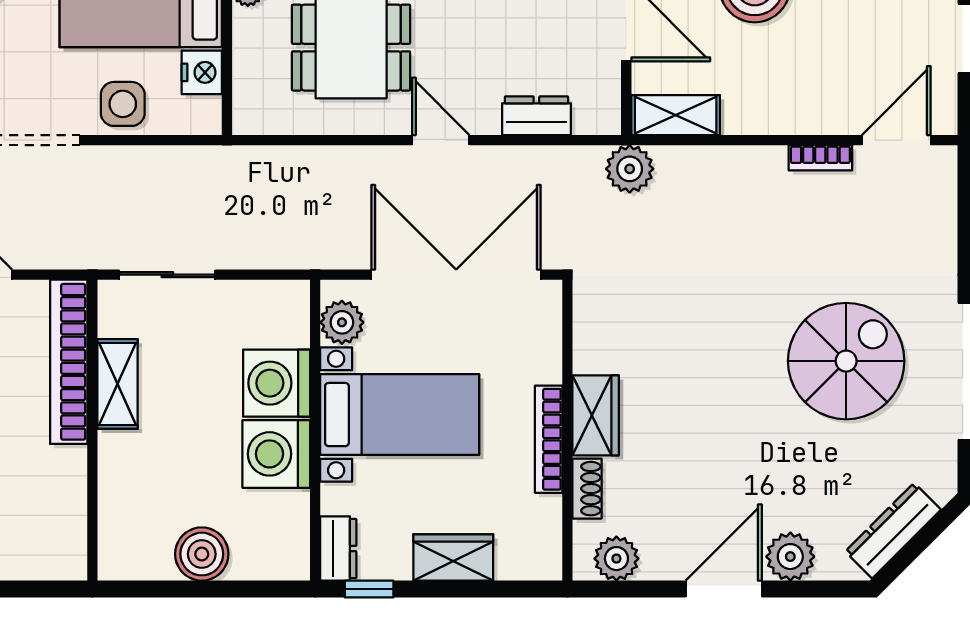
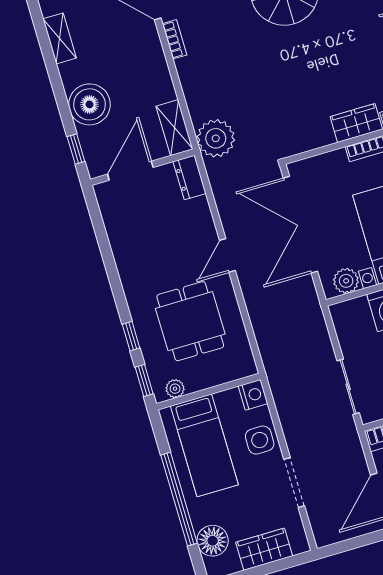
nightstand: (202, 72) -> (253, 395), moved, turned 90
dresser: (536, 116) -> (190, 177), moved
plant: (630, 169) -> (216, 138), width x1.36, depth x1.36

